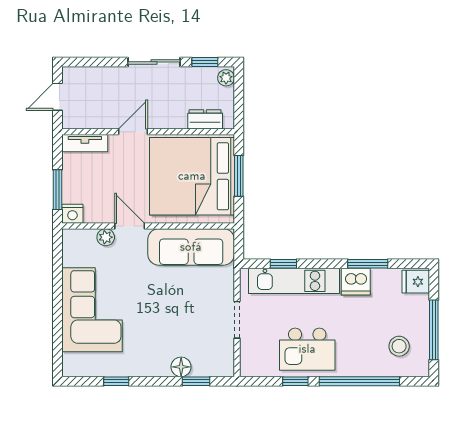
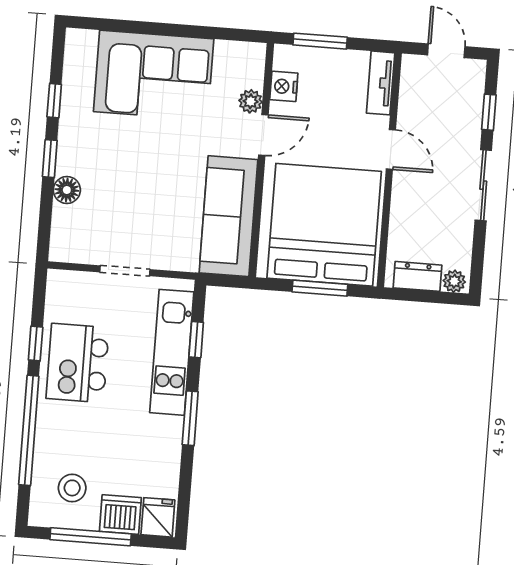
window: (205, 62) -> (489, 112), moved
dresser: (205, 119) -> (417, 276), moved, turned -90
nightstand: (72, 214) -> (284, 86), moved
window: (368, 264) -> (190, 418), moved
dishwasher: (356, 282) -> (120, 515), moved, turned 90
window: (196, 381) -> (50, 159), moved

